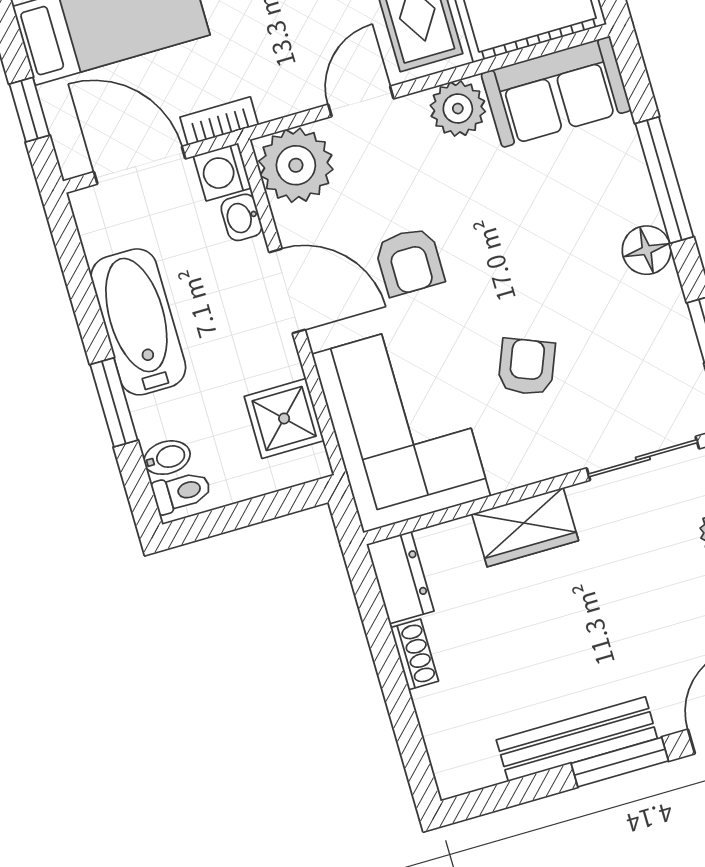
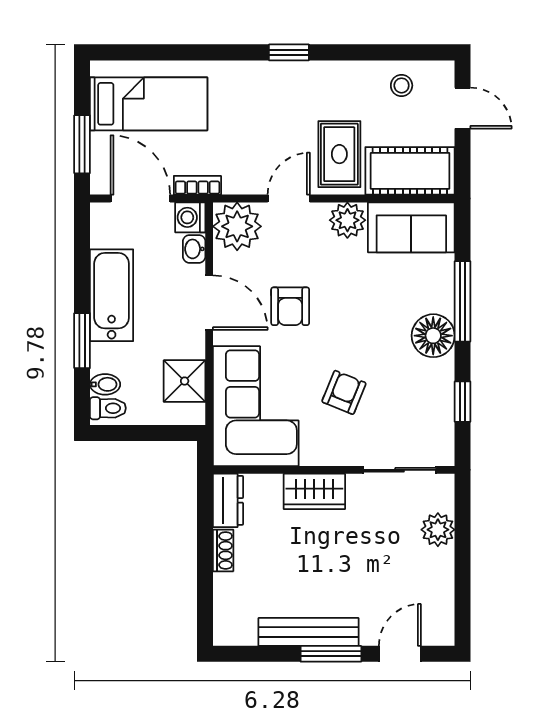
window: (29, 110) -> (82, 144), width x1.50
floor lamp: (647, 250) -> (433, 336), width x1.38, depth x1.38

